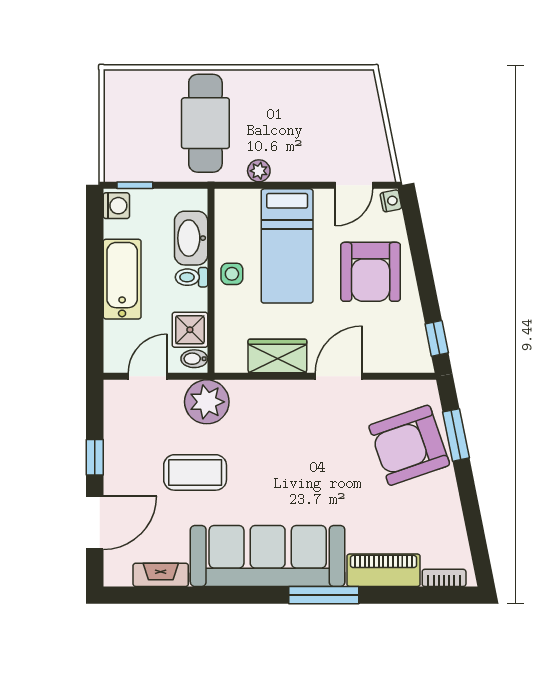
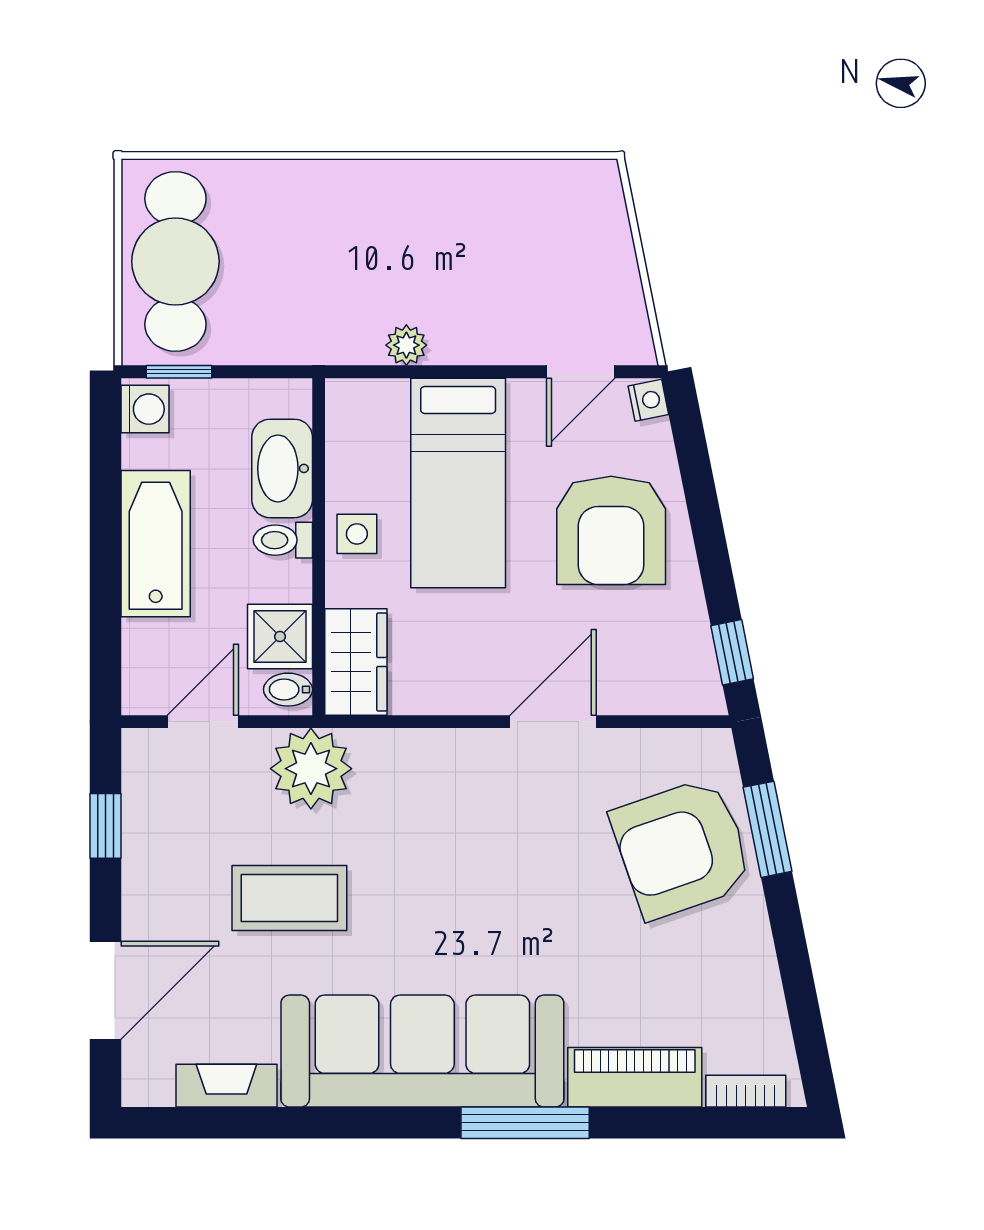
cafe table: (205, 123) -> (175, 261), moved
wardrobe: (277, 356) -> (356, 662), moved, turned 90
window: (95, 457) -> (105, 826), moved

